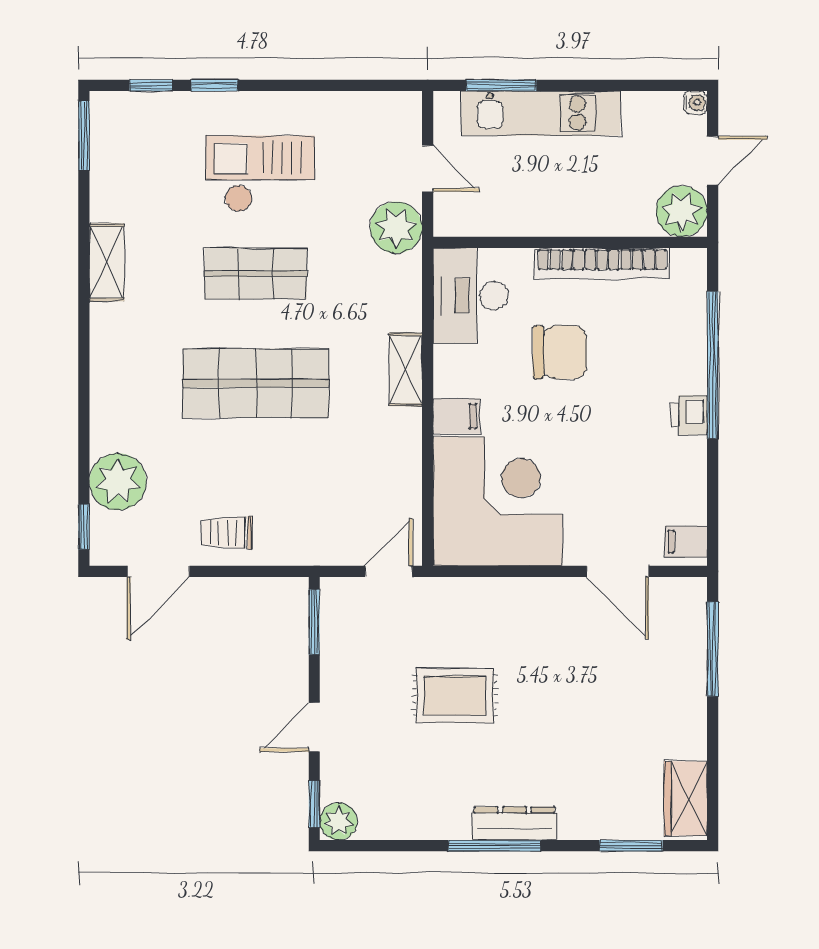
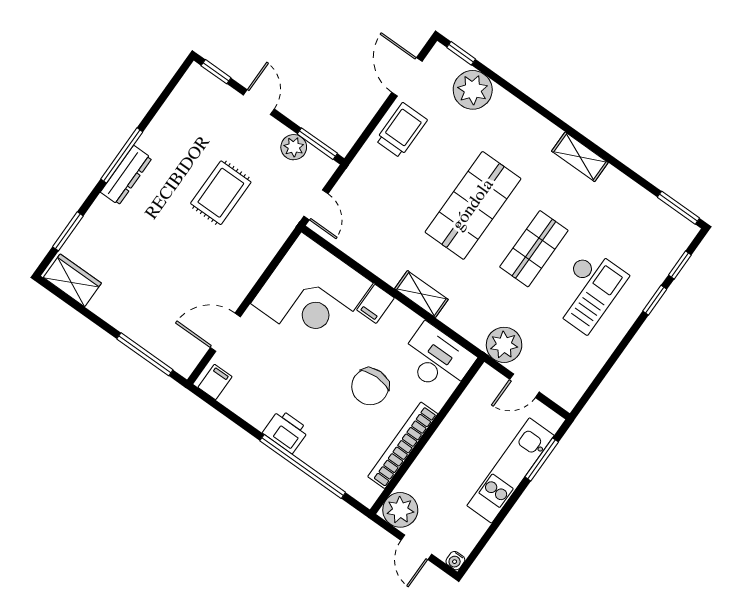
shelving: (107, 262) -> (580, 157), moved
printer: (689, 415) -> (286, 431), width x1.36, depth x1.24
trolley: (227, 533) -> (401, 130), width x1.36, depth x1.39
plant: (338, 821) -> (294, 147), moved

